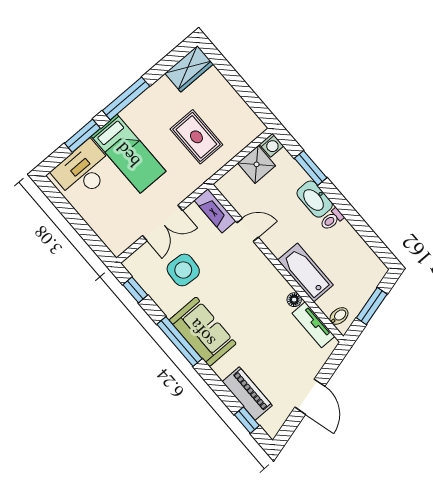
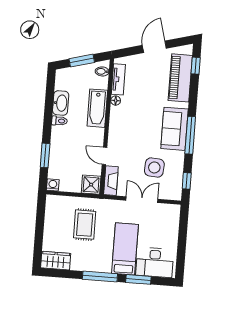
shower: (257, 164) -> (91, 185), moved
washbasin: (315, 199) -> (61, 103), moved
piano: (247, 394) -> (180, 78), width x1.37, depth x1.33

